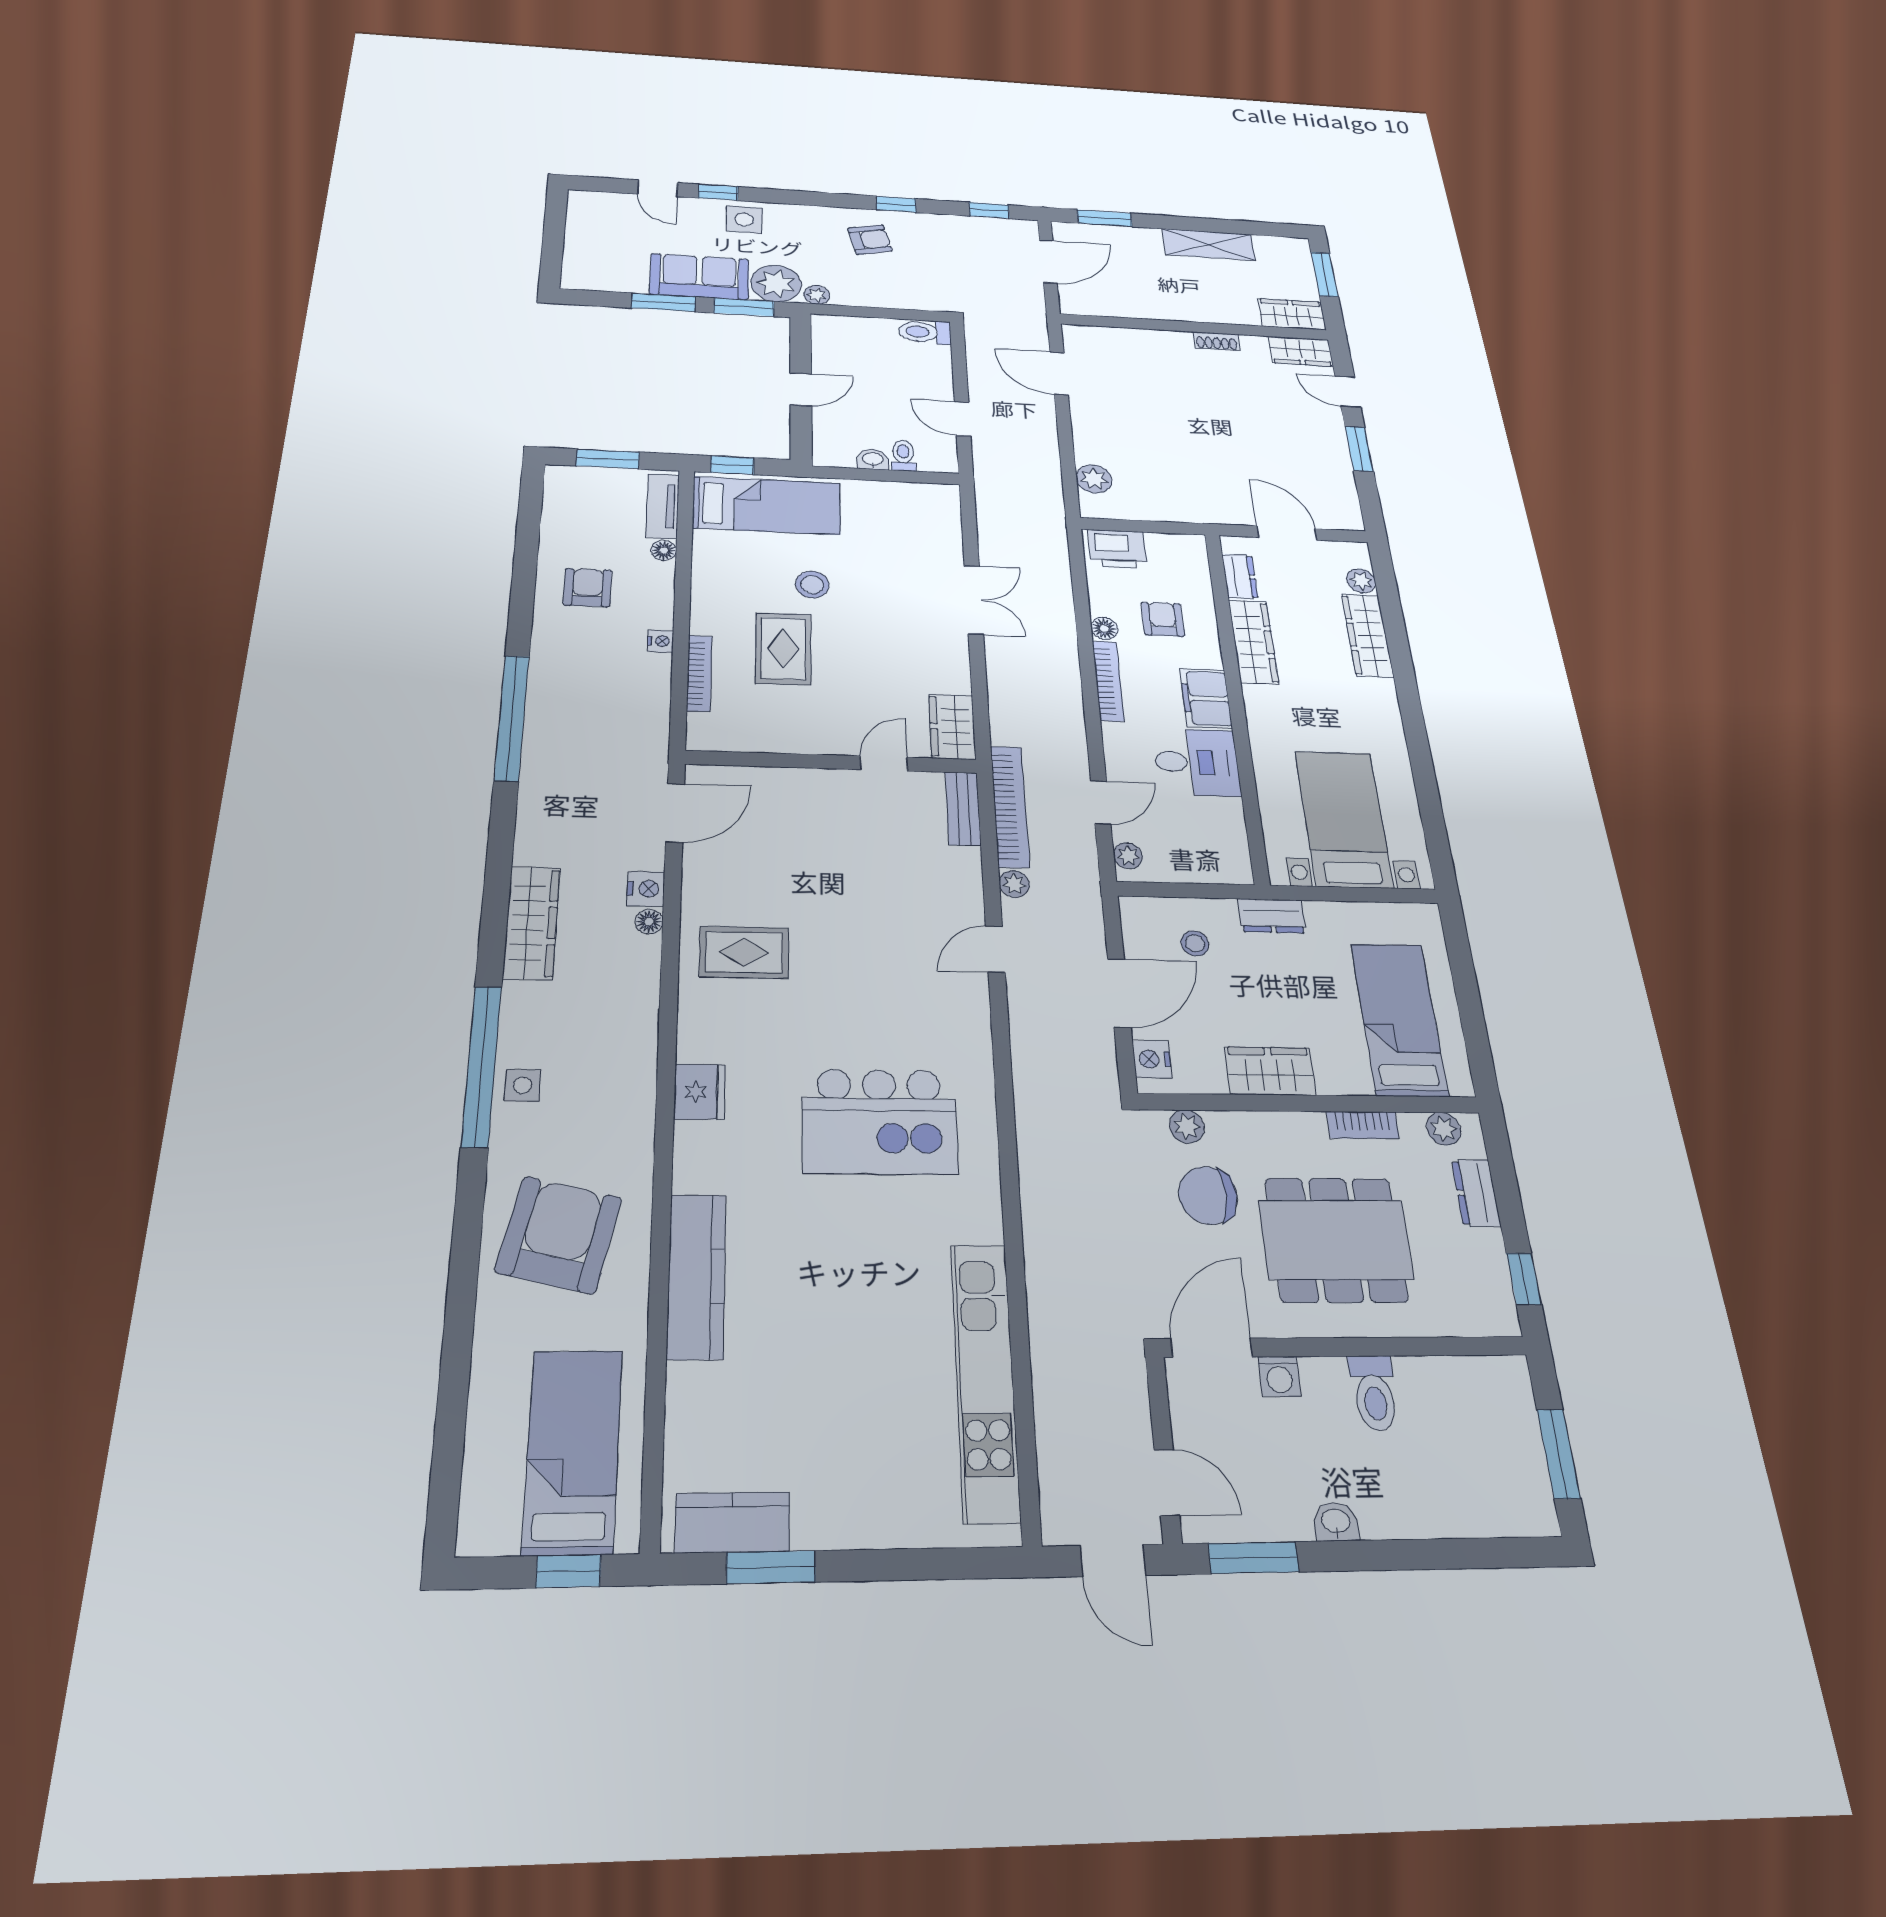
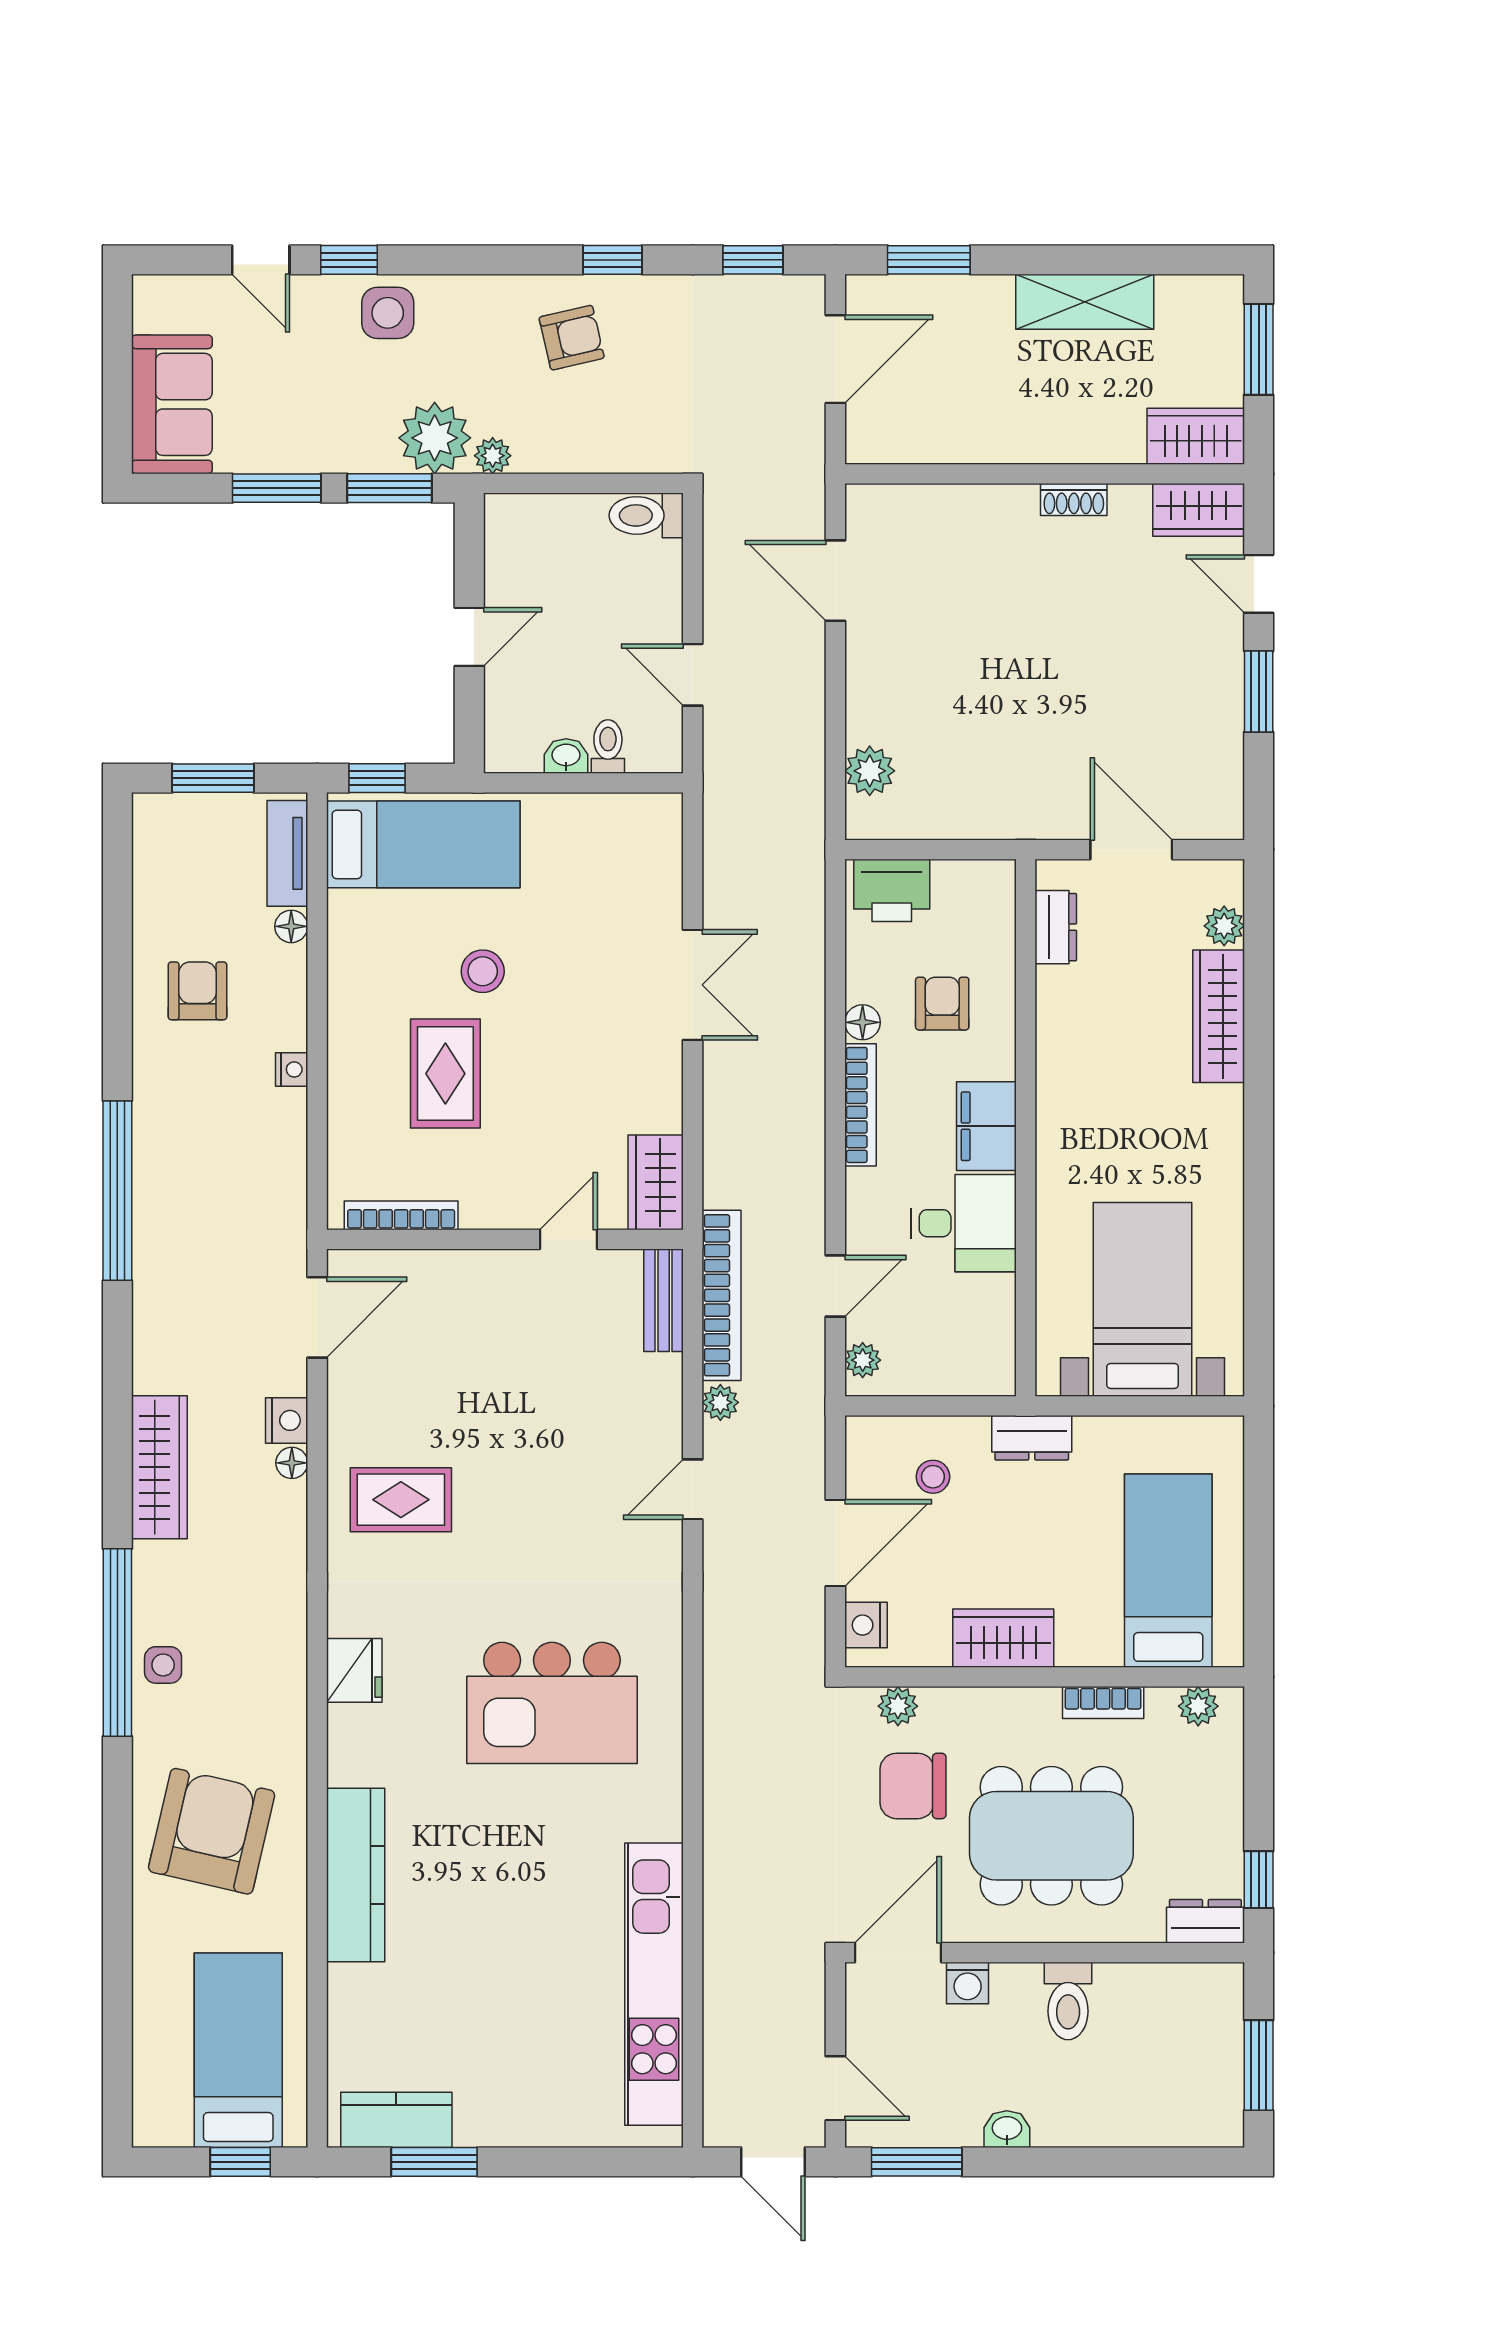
sofa: (699, 277) -> (172, 404), moved, turned 90
wardrobe: (1253, 642) -> (1061, 1034), removed
bookcase: (699, 673) -> (401, 1215), moved, turned -90
dresser: (1476, 1193) -> (1205, 1921), moved, turned 90

